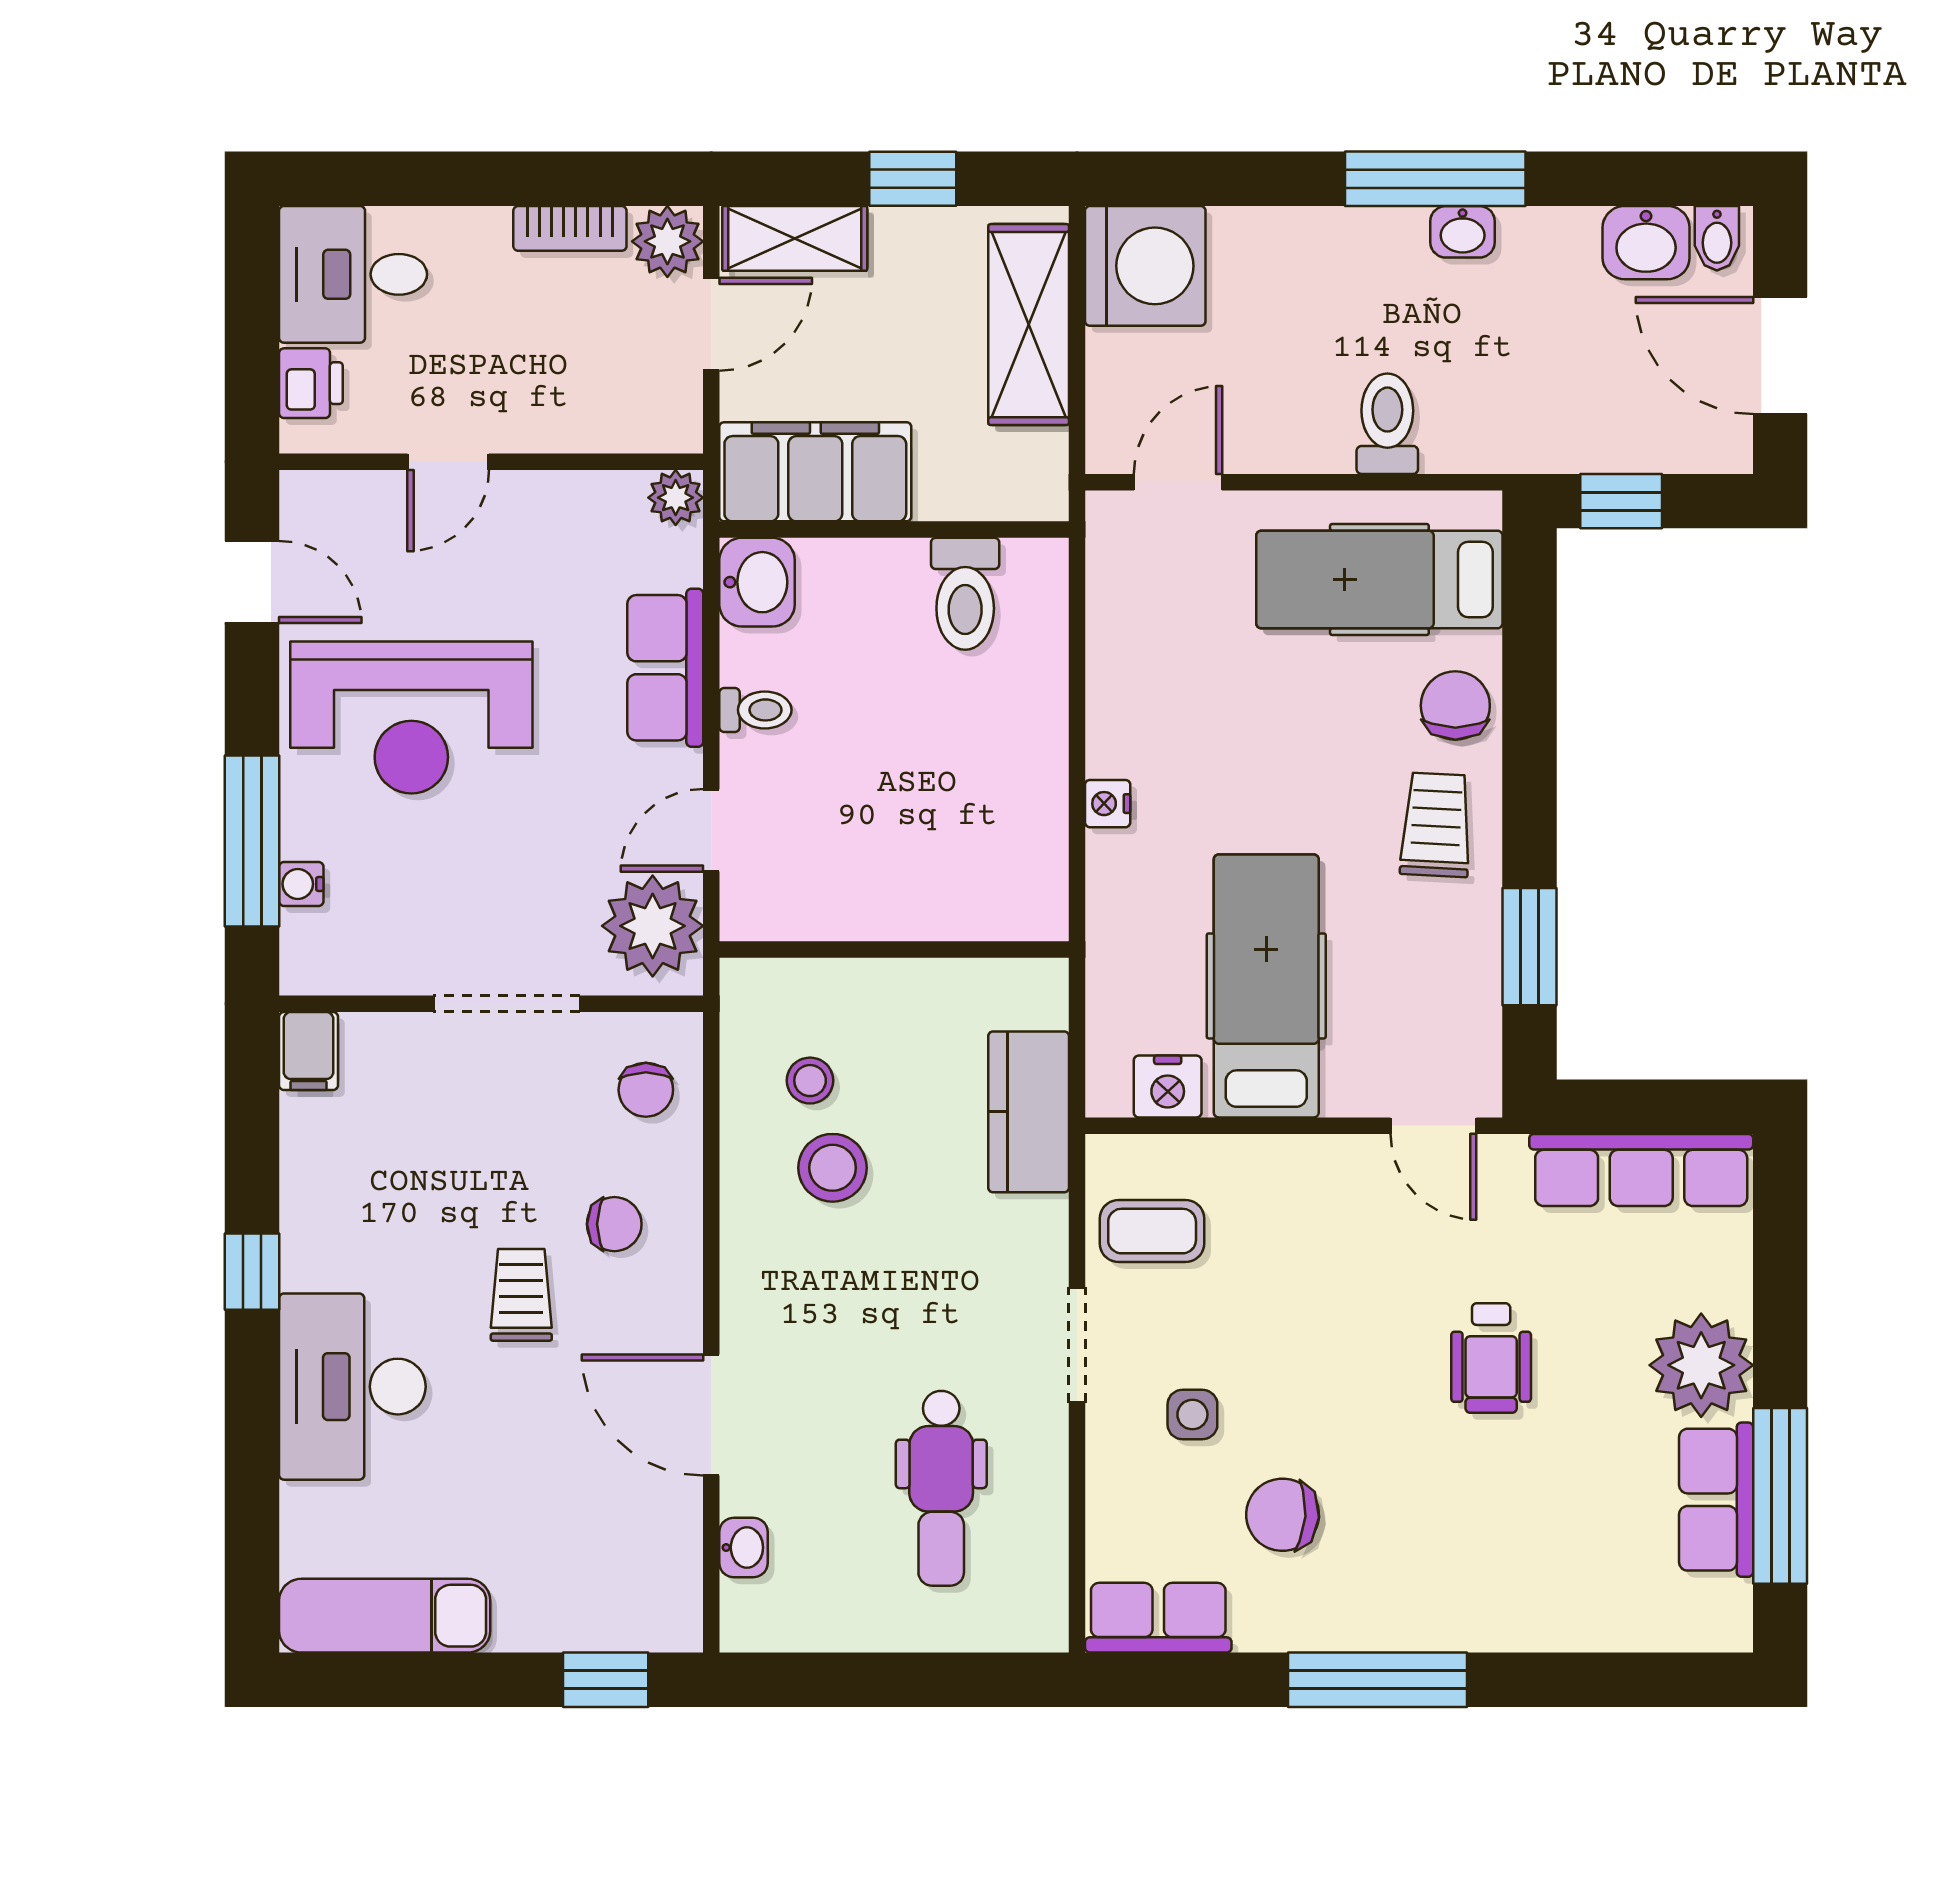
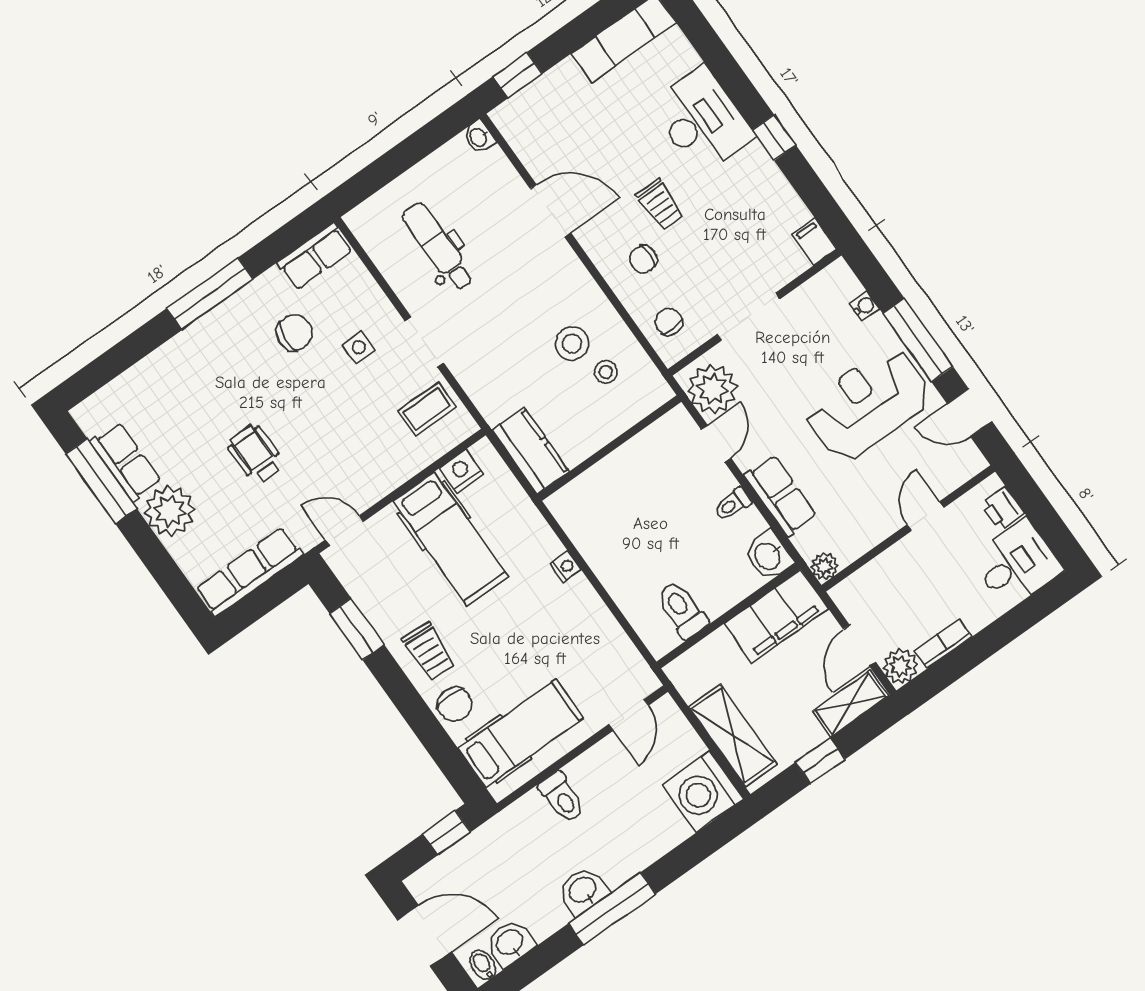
washbasin: (1463, 232) -> (583, 891), width x1.38, depth x1.45
window: (252, 841) -> (918, 340), moved
kitchen counter: (1029, 1112) -> (531, 451), moved
washbasin: (744, 1548) -> (479, 137), moved

